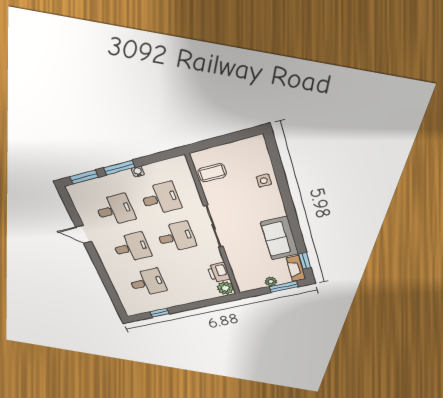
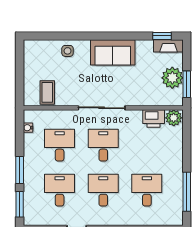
water cooler: (138, 172) -> (28, 128), moved
sofa: (280, 238) -> (113, 52), moved
plant: (271, 282) -> (172, 78), width x1.88, depth x1.88
window: (284, 287) -> (187, 84), moved
window: (160, 313) -> (187, 192), width x2.17

